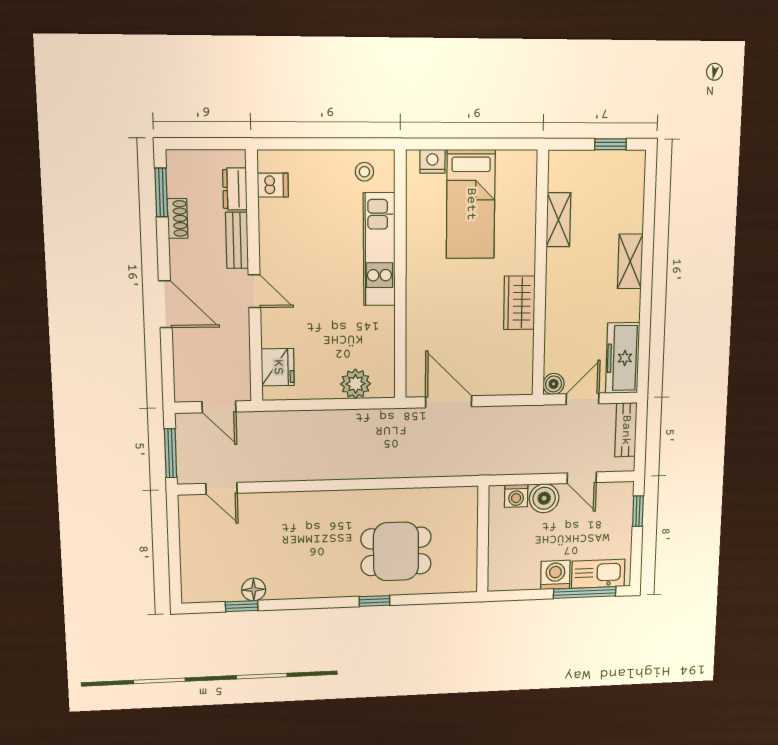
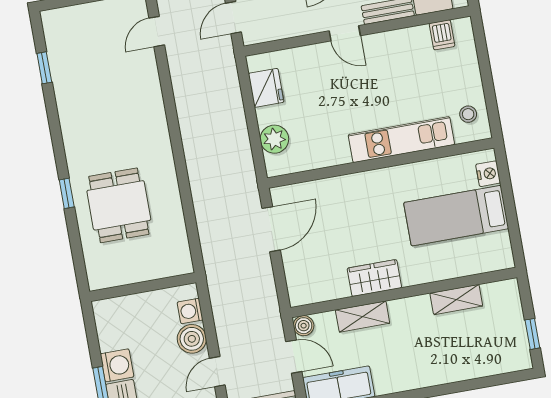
shelving: (630, 261) -> (363, 317), moved
door: (254, 291) -> (345, 33), hinge flipped
fridge: (278, 367) -> (266, 88), moved, turned -90
floor lamp: (254, 590) -> (62, 77), removed

